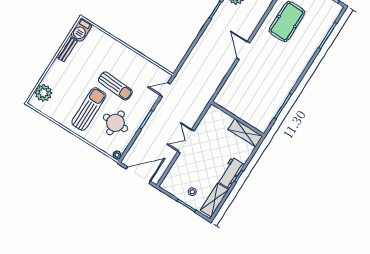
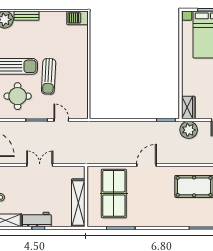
bench: (67, 49) -> (26, 16), moved
door: (165, 90) -> (61, 120), moved
table tennis table: (250, 93) -> (114, 193), added
shelving: (245, 133) -> (78, 203), width x1.47

